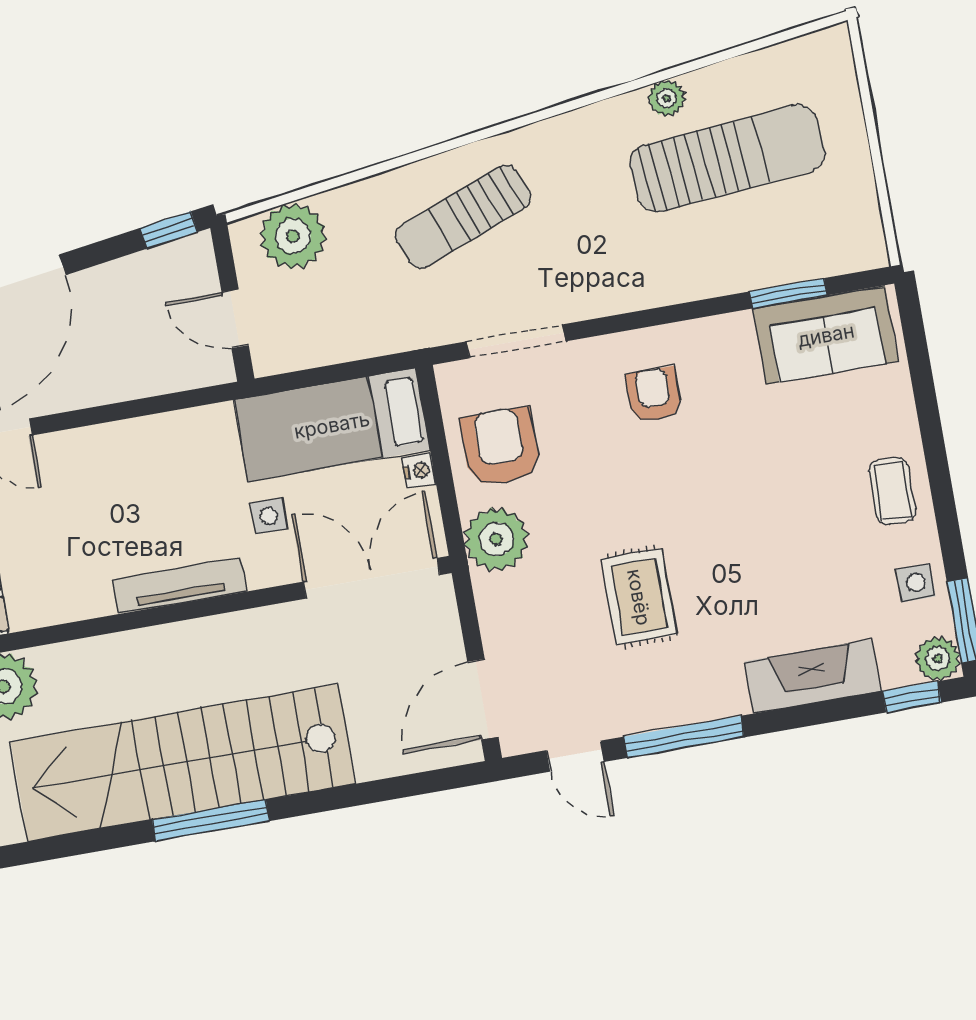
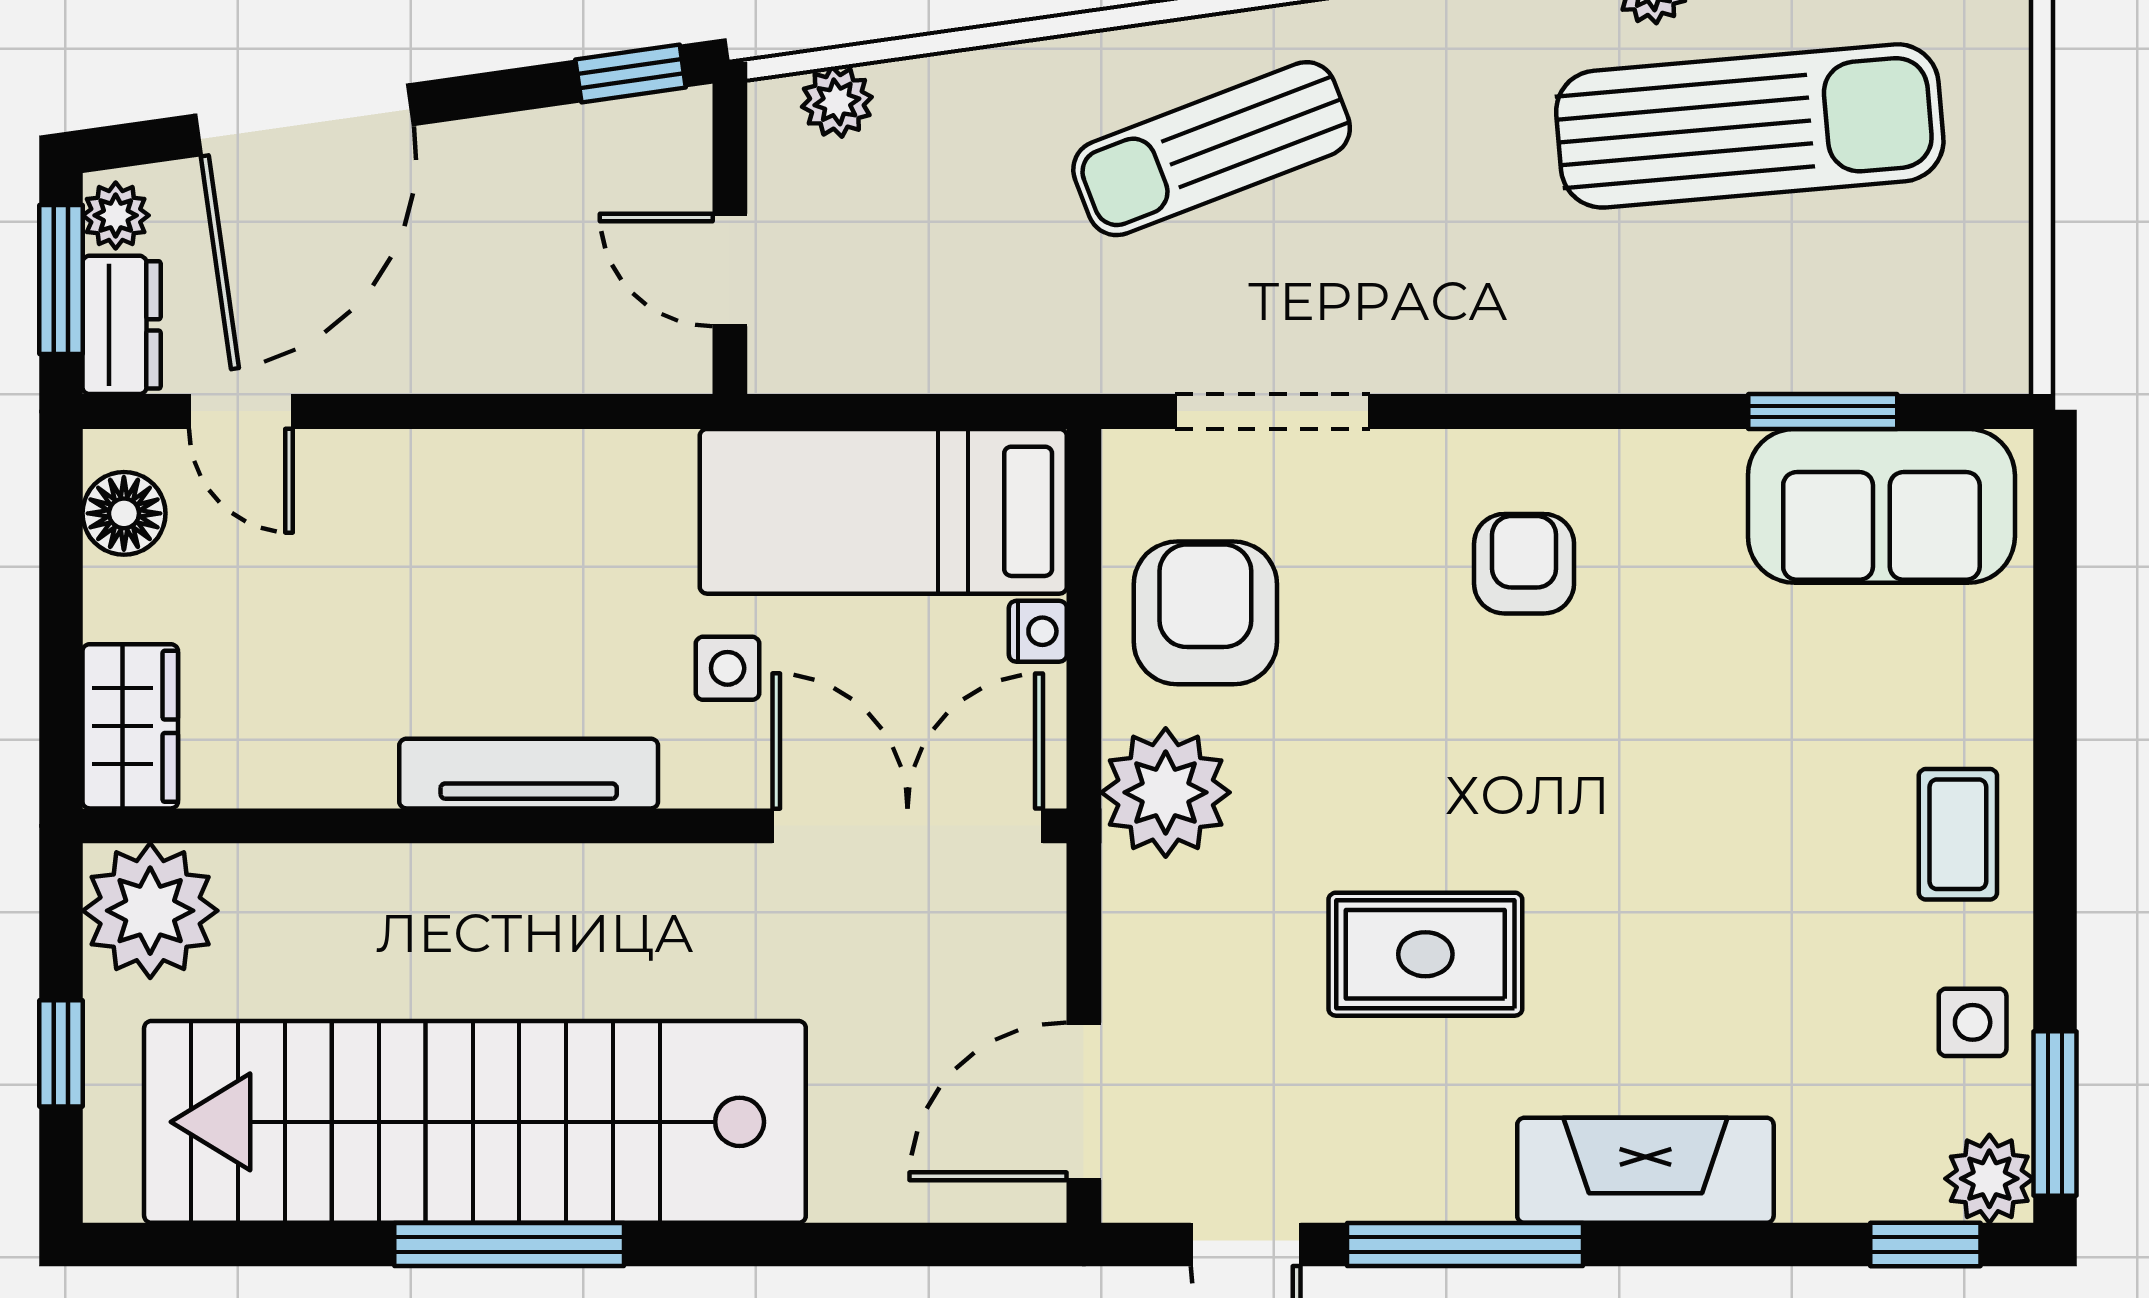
plant: (293, 236) -> (837, 102), width x0.53, depth x0.53
rug: (639, 597) -> (1425, 954), turned 90
fireplace: (813, 676) -> (1645, 1170), moved

